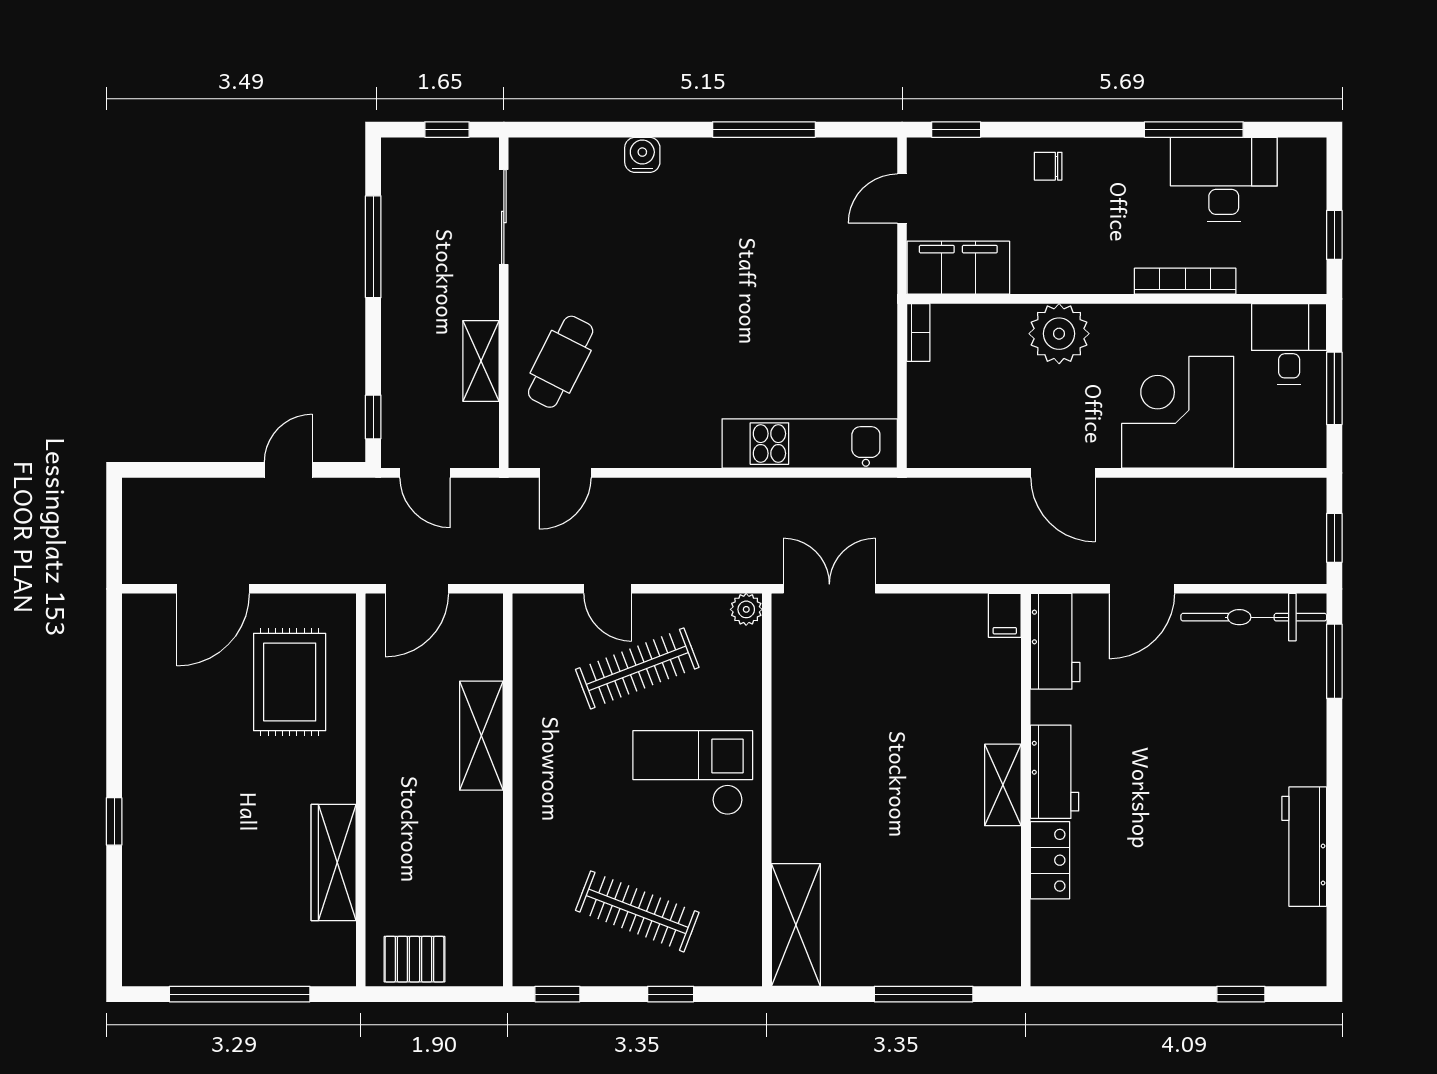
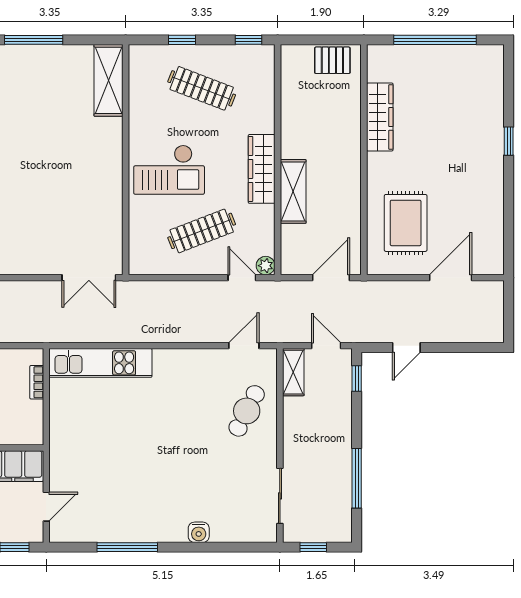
bookcase: (918, 332) -> (37, 382), moved
shelving: (481, 361) -> (293, 372), moved
door: (608, 589) -> (242, 278), moved
plant: (746, 609) -> (266, 266), moved
wardrobe: (535, 774) -> (262, 169), added

